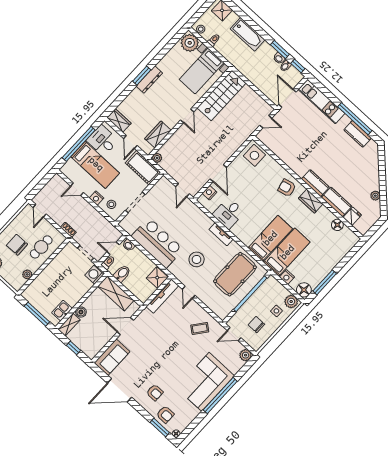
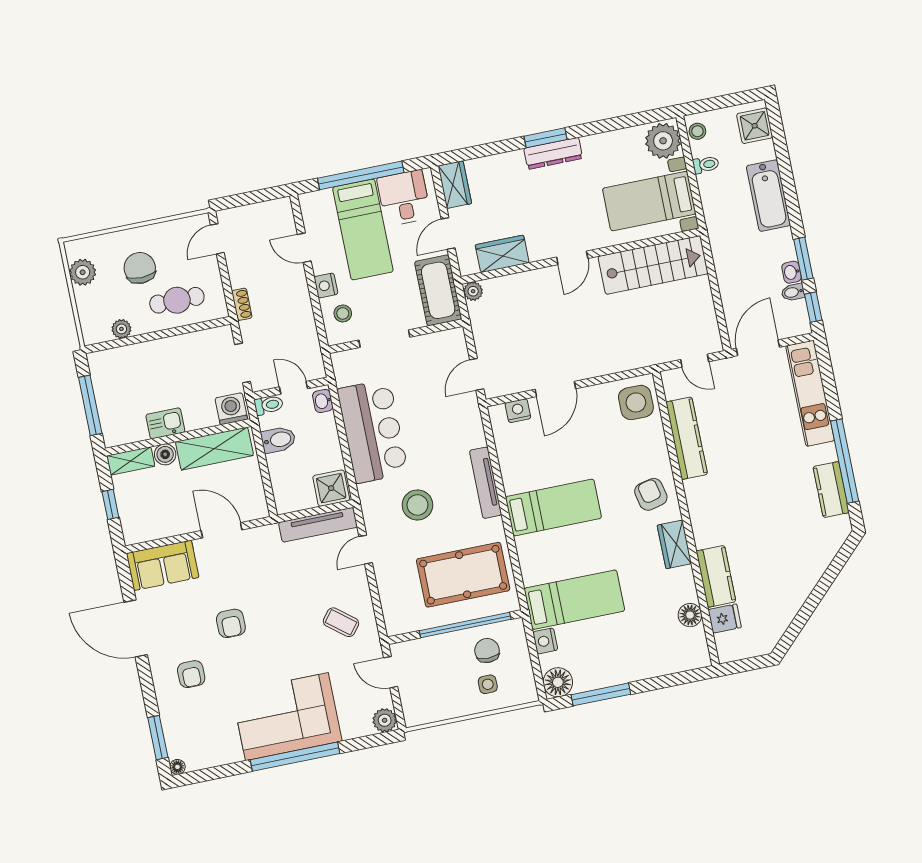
kitchen counter: (315, 183) -> (687, 438), moved, width x1.50
plant: (375, 196) -> (787, 612), removed
desk: (229, 213) -> (525, 467), removed
tv unit: (221, 234) -> (486, 483), width x1.41
bed: (270, 238) -> (553, 508), moved
shelving: (116, 293) -> (214, 449), moved, turned 90
plant: (291, 302) -> (523, 686), removed
kitchen sink: (62, 311) -> (165, 423), moved
chair: (256, 325) -> (487, 651), moved
armchair: (165, 414) -> (231, 623), moved

